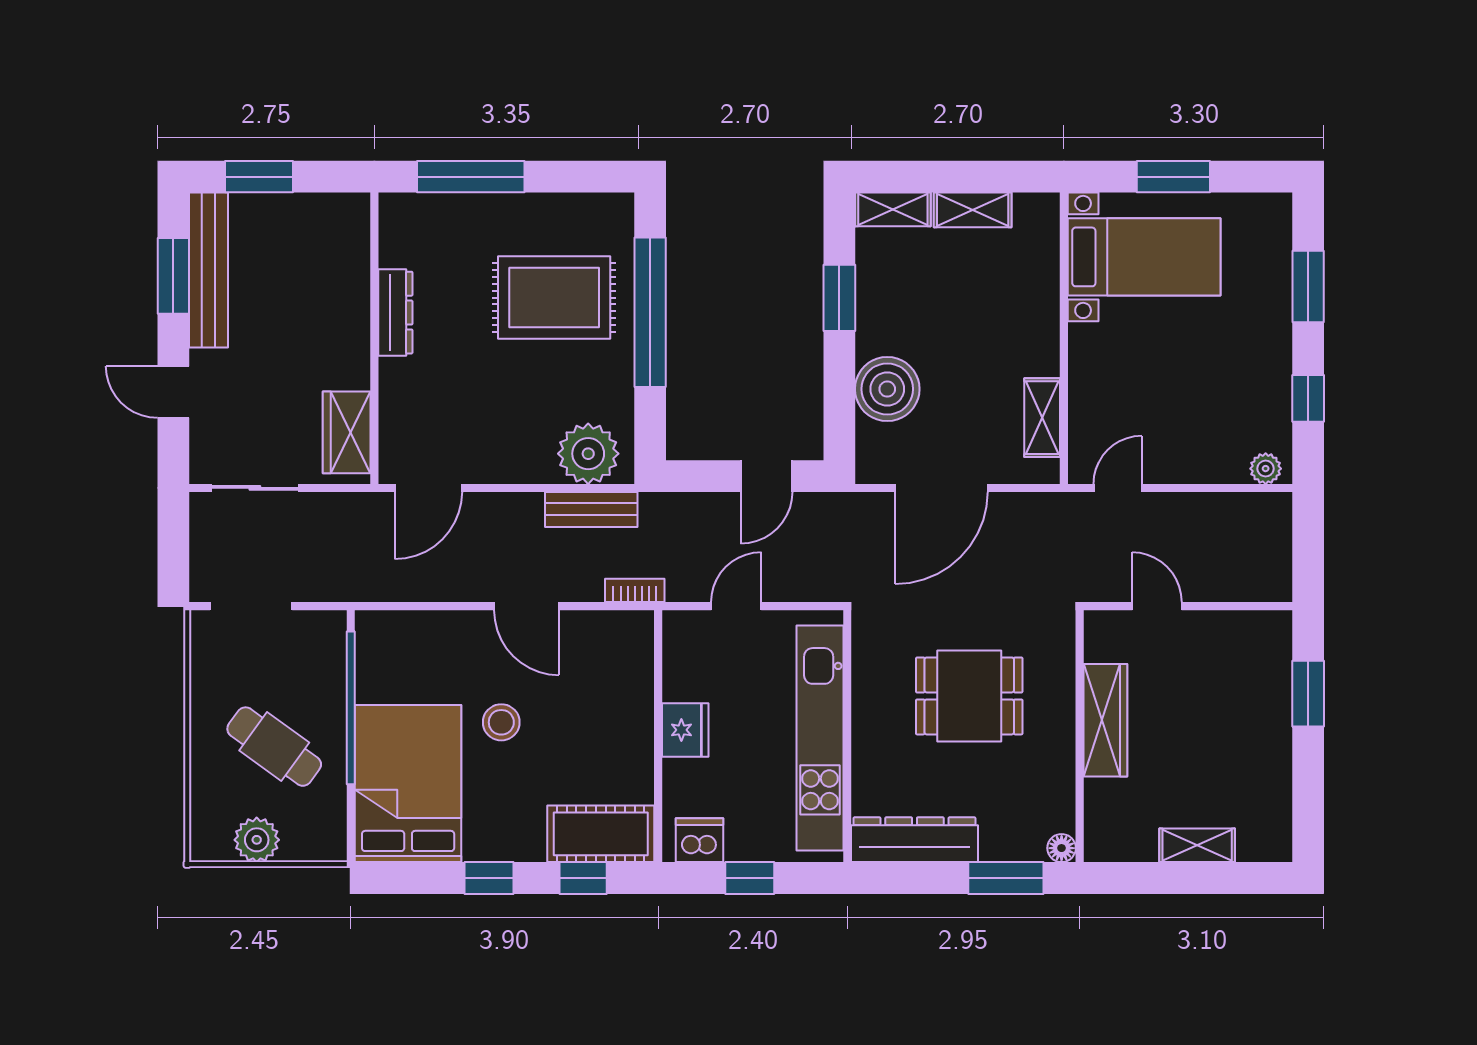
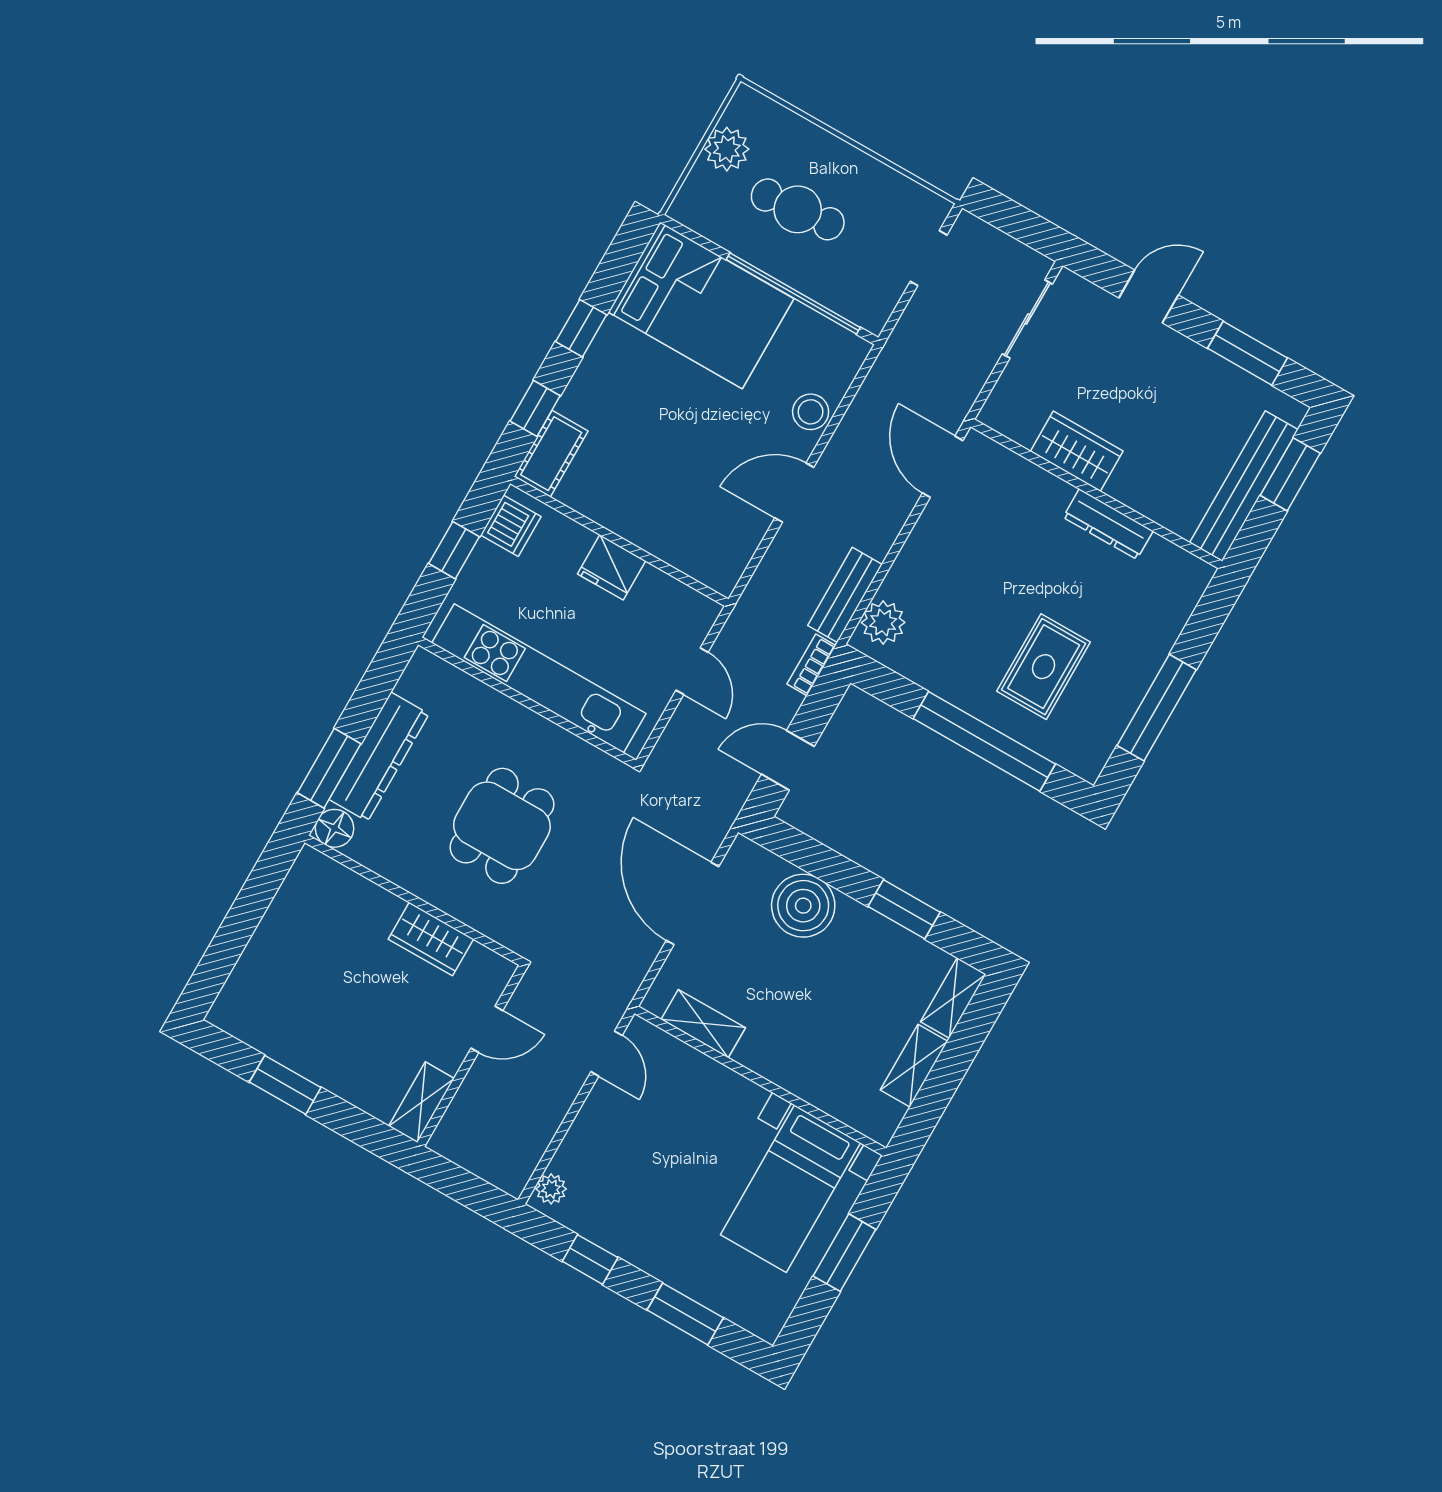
window: (471, 177) -> (1157, 708), moved
bench: (209, 270) -> (1244, 486), moved, turned 90
rug: (554, 298) -> (1044, 667), width x0.73, depth x0.70
wardrobe: (347, 432) -> (1077, 451), moved
plant: (588, 454) -> (883, 623), width x0.73, depth x0.73
door: (766, 476) -> (788, 760), hinge flipped
bookcase: (635, 590) -> (811, 665), moved, turned 180
doorway: (251, 606) -> (929, 258), width x0.73
window: (1308, 694) -> (285, 1085), moved
wardrobe: (1105, 720) -> (431, 939), width x0.67
stool: (501, 722) -> (811, 412), moved
cafe table: (274, 747) -> (798, 209), turned 49
cot: (601, 834) -> (551, 454), width x0.73, depth x0.75
dresser: (914, 840) -> (379, 757), moved
shelving: (1197, 845) -> (422, 1102), moved
floor lamp: (1062, 848) -> (334, 828), width x1.37, depth x1.37

